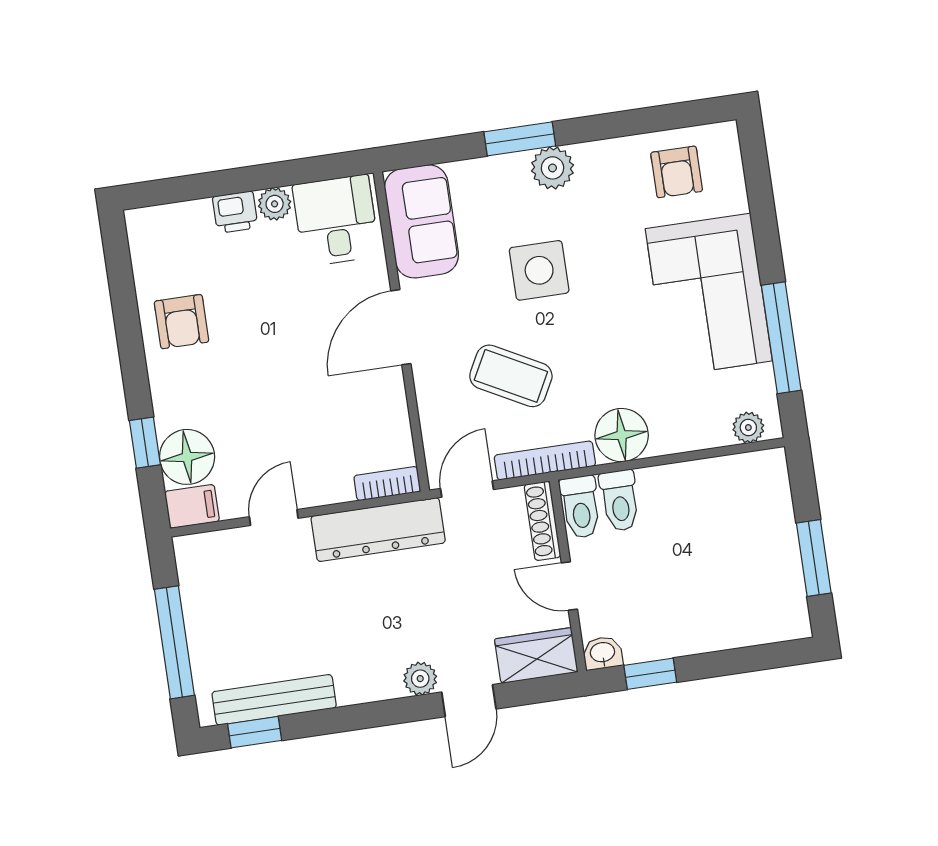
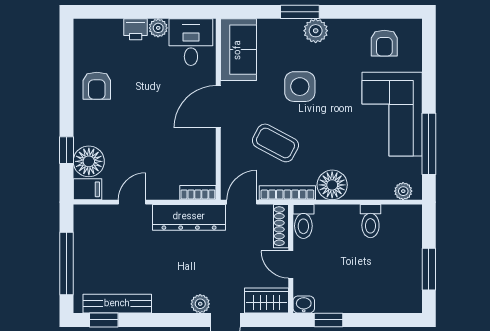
toilet: (620, 500) -> (370, 221), moved

